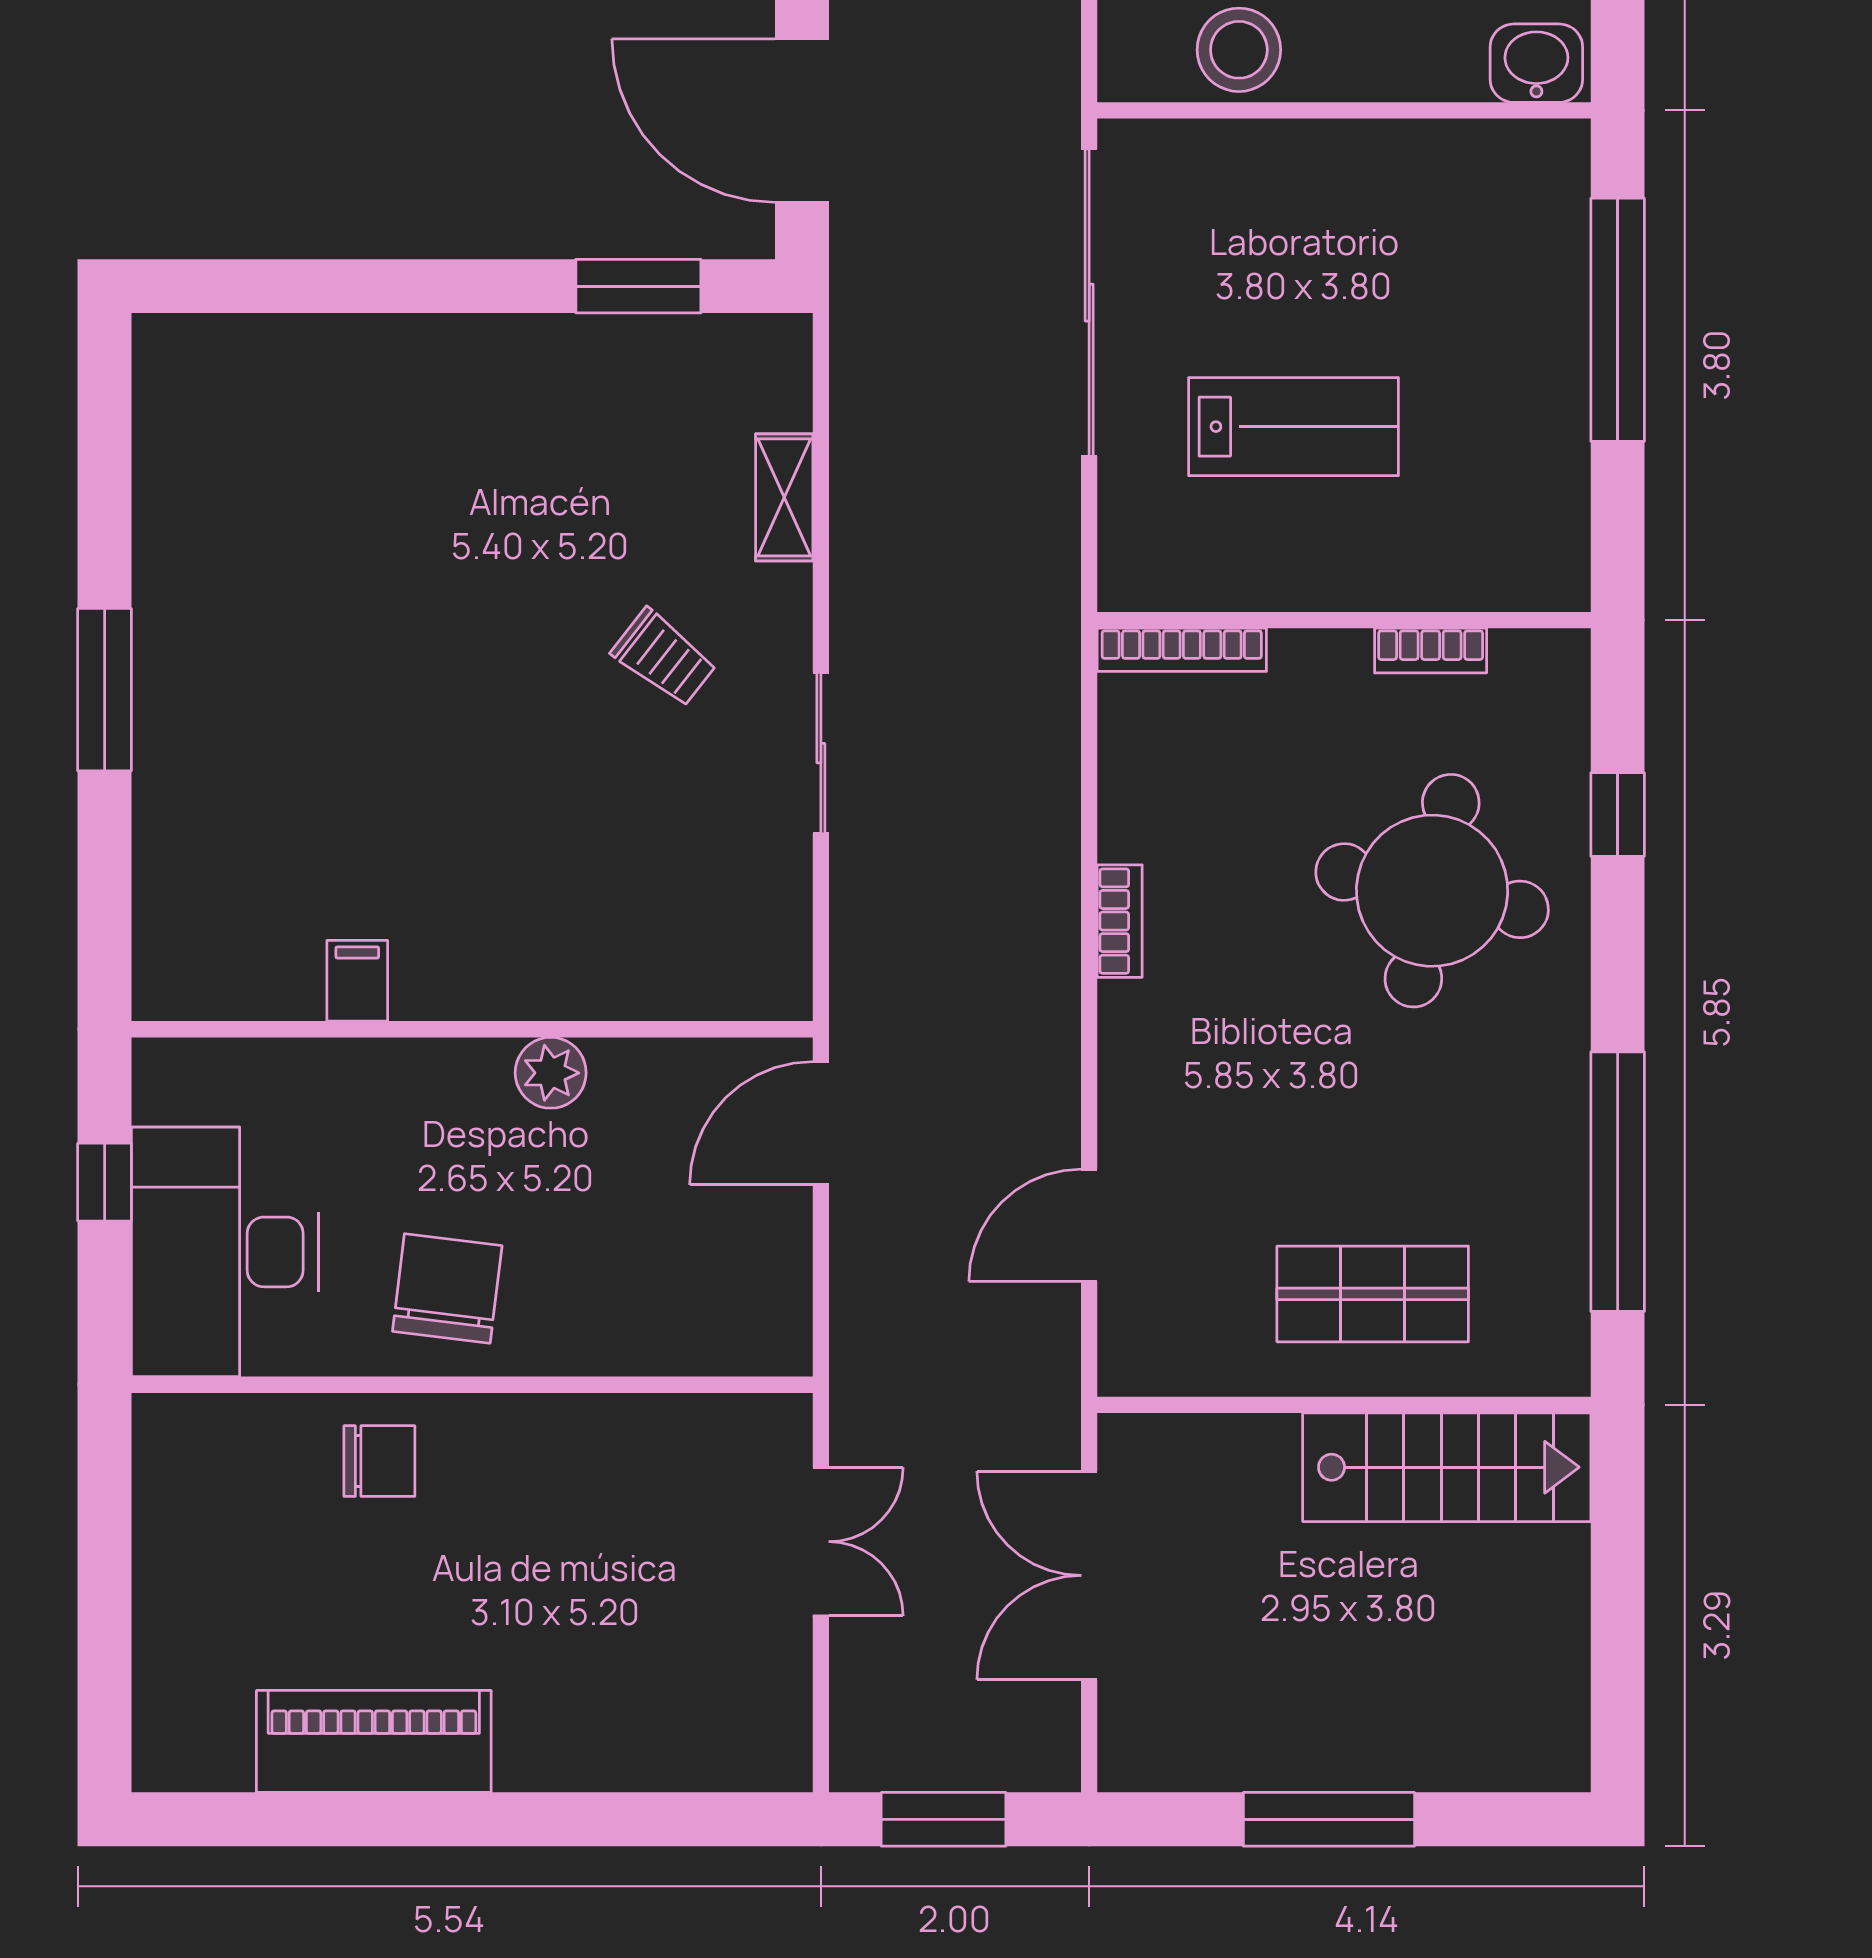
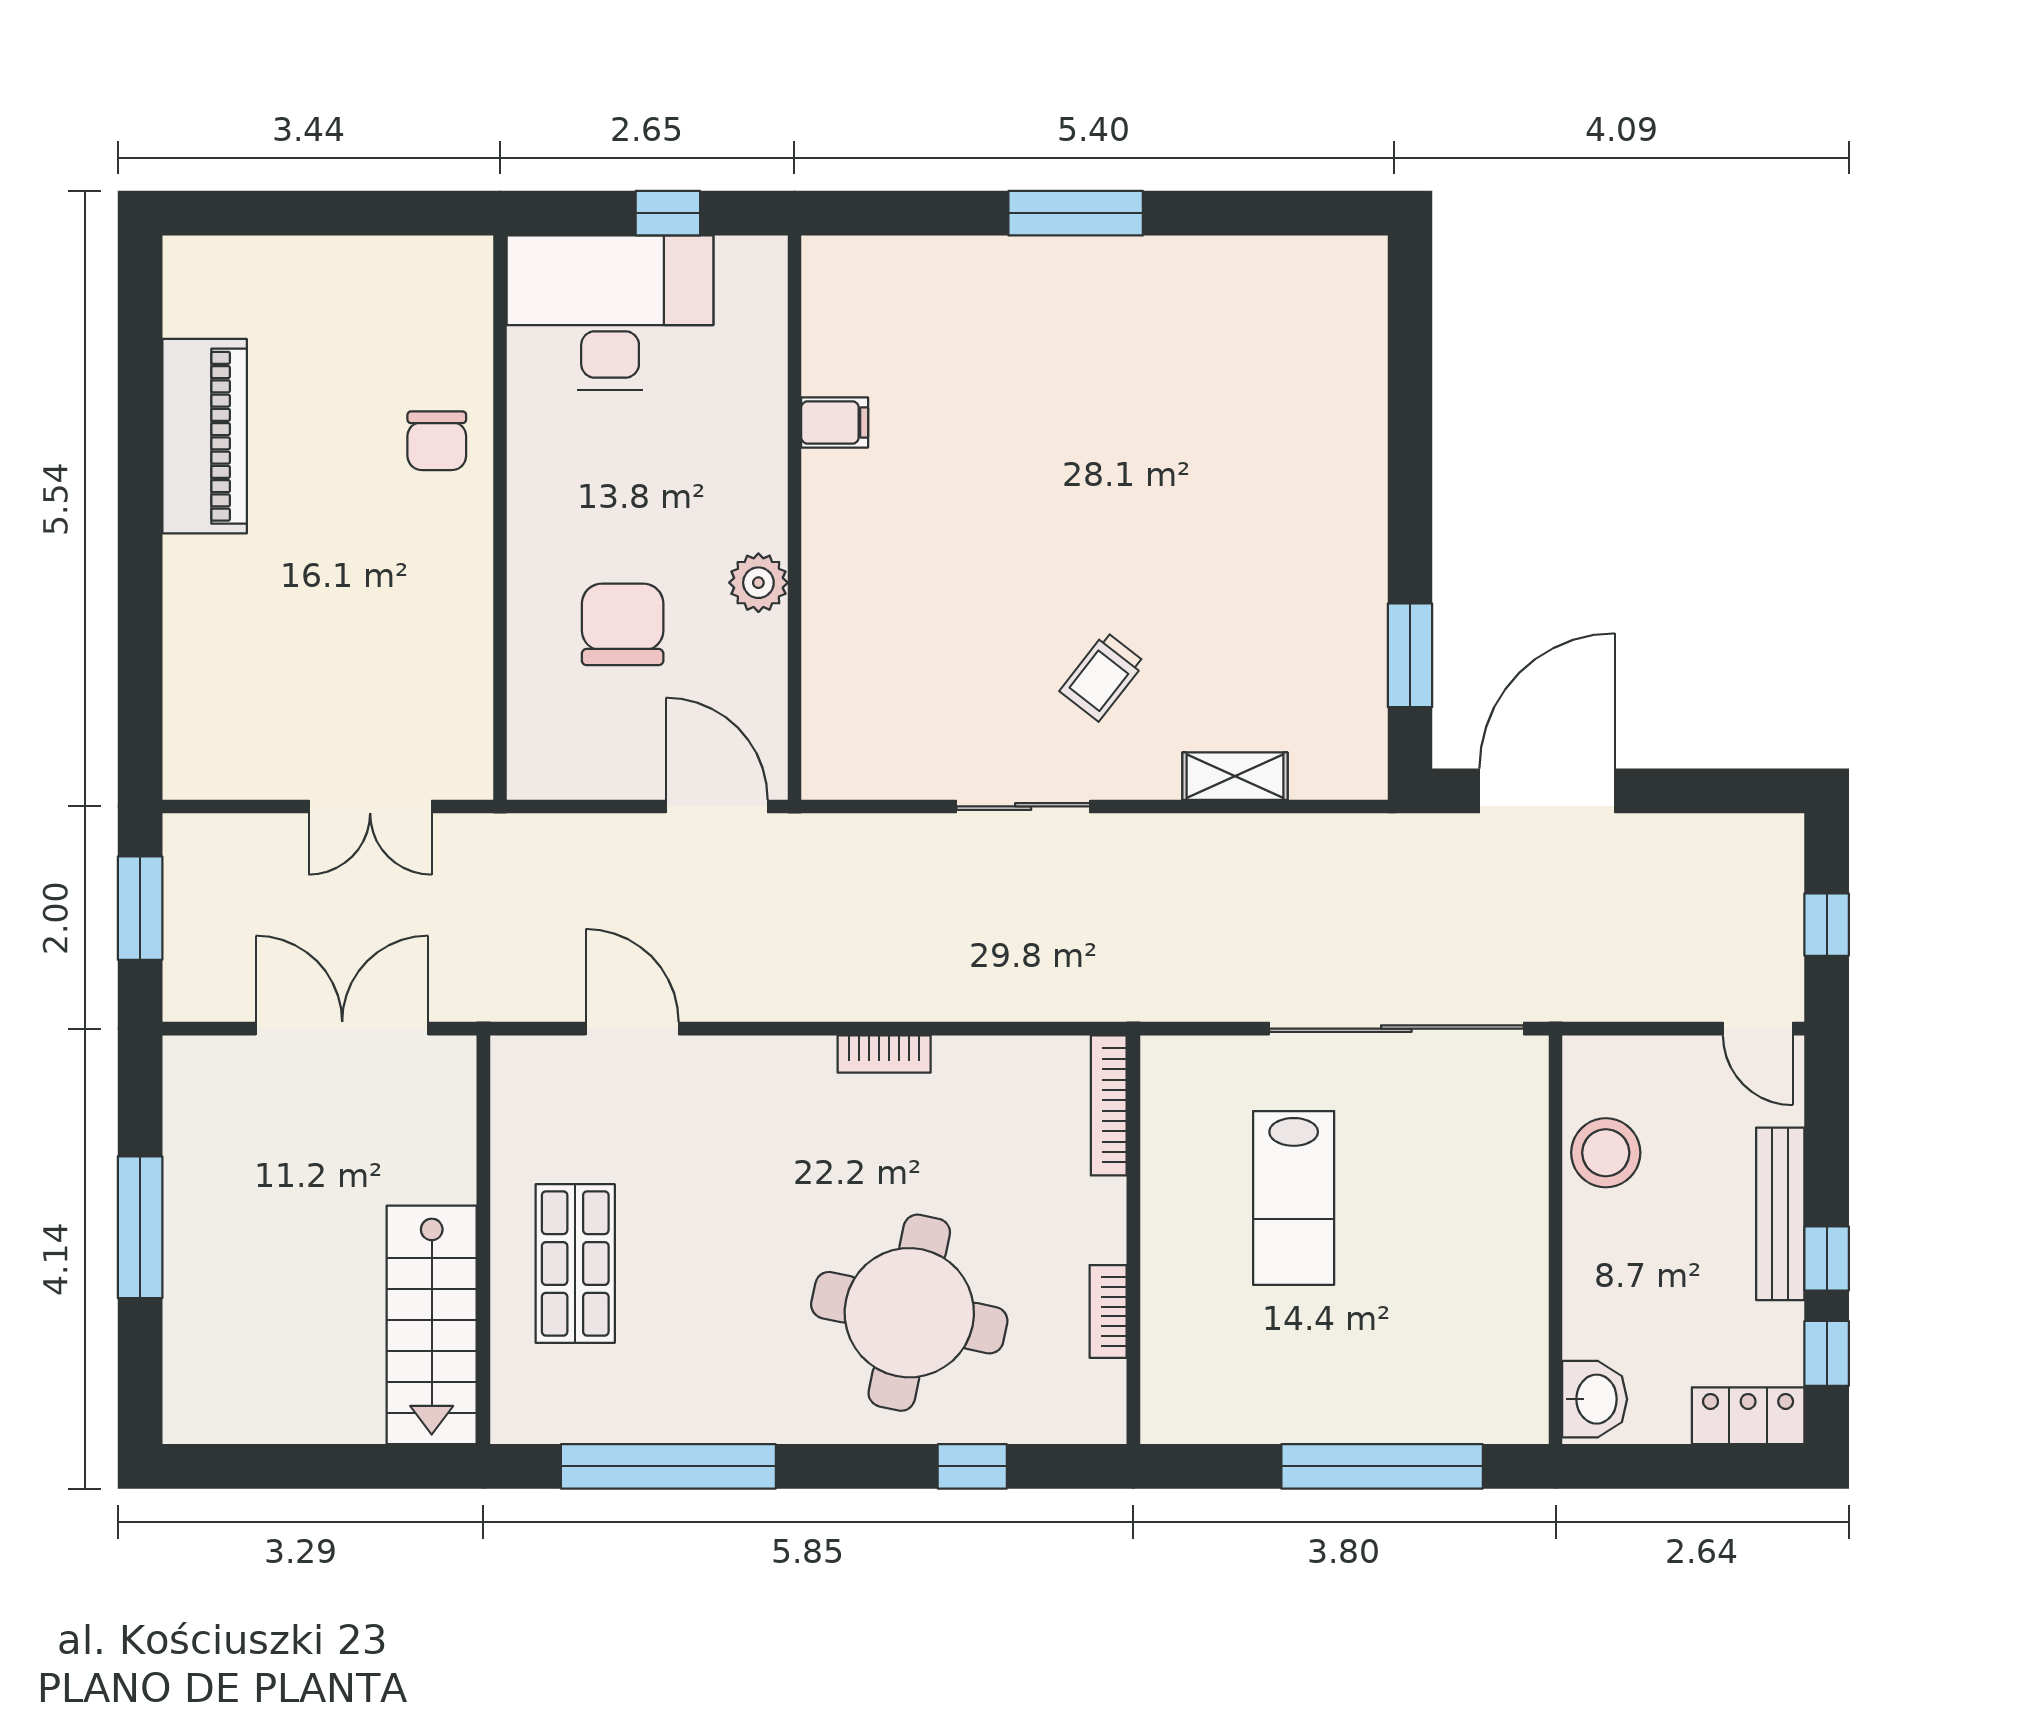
chair: (447, 1288) -> (623, 624), moved, turned -97

